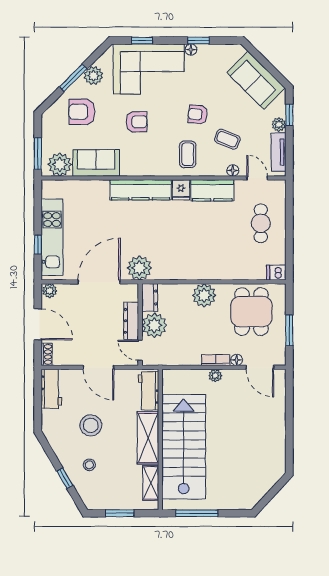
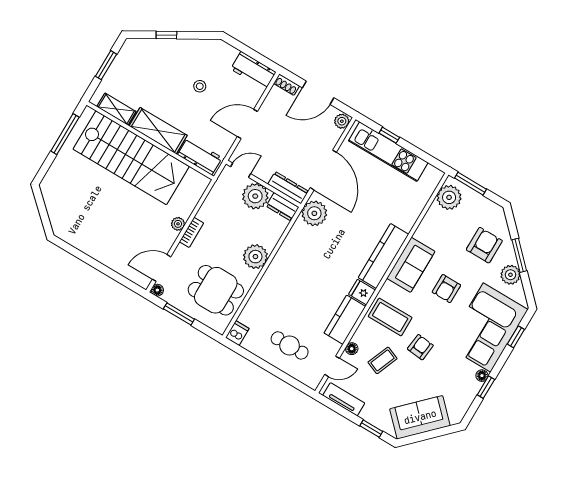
plant: (279, 124) -> (368, 414), removed
coffee table: (188, 154) -> (390, 317), width x1.36, depth x1.30
sofa: (96, 163) -> (411, 265), moved
dresser: (131, 321) -> (288, 188), moved
floor lamp: (237, 360) -> (157, 290), moved
stool: (91, 425) -> (200, 86), width x0.53, depth x0.53
stool: (89, 465) -> (165, 64), removed

